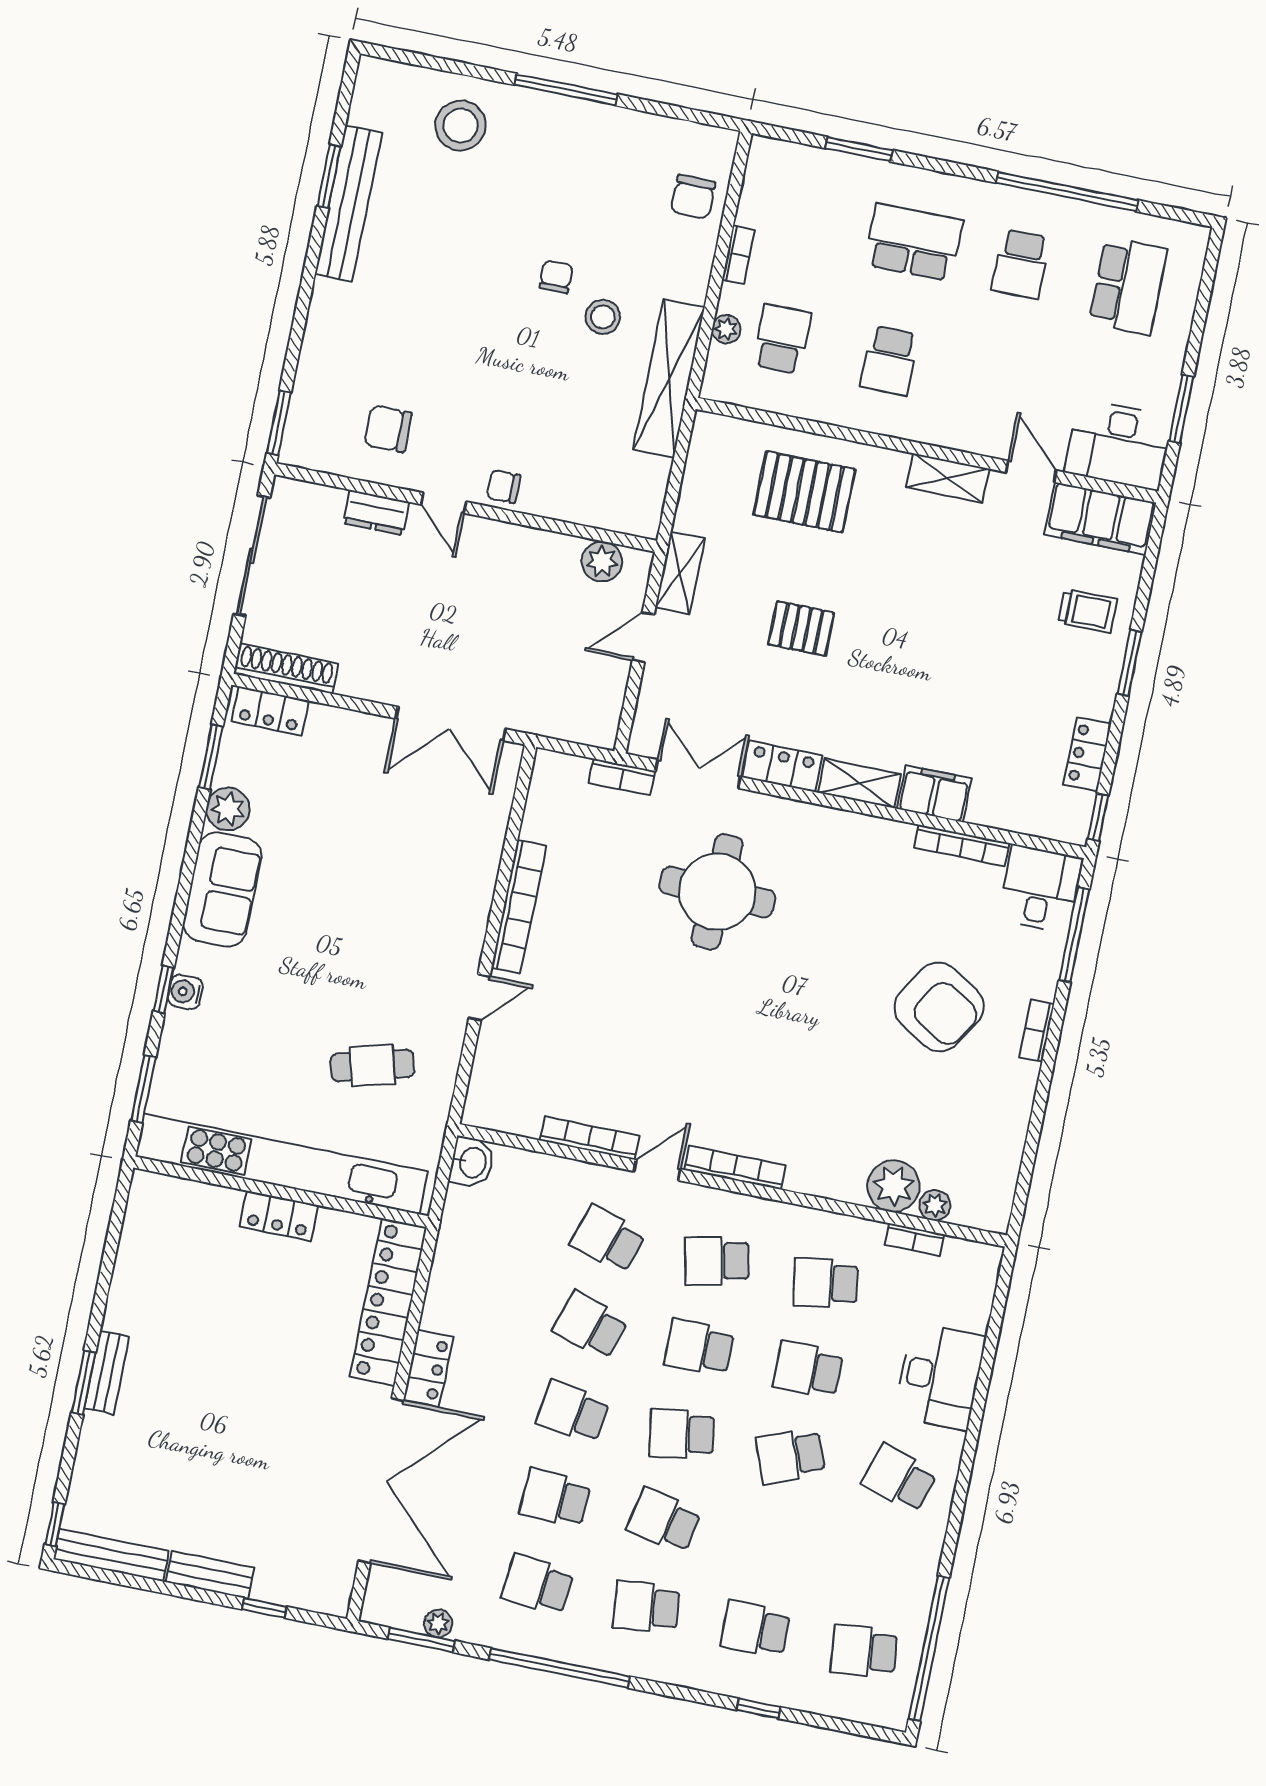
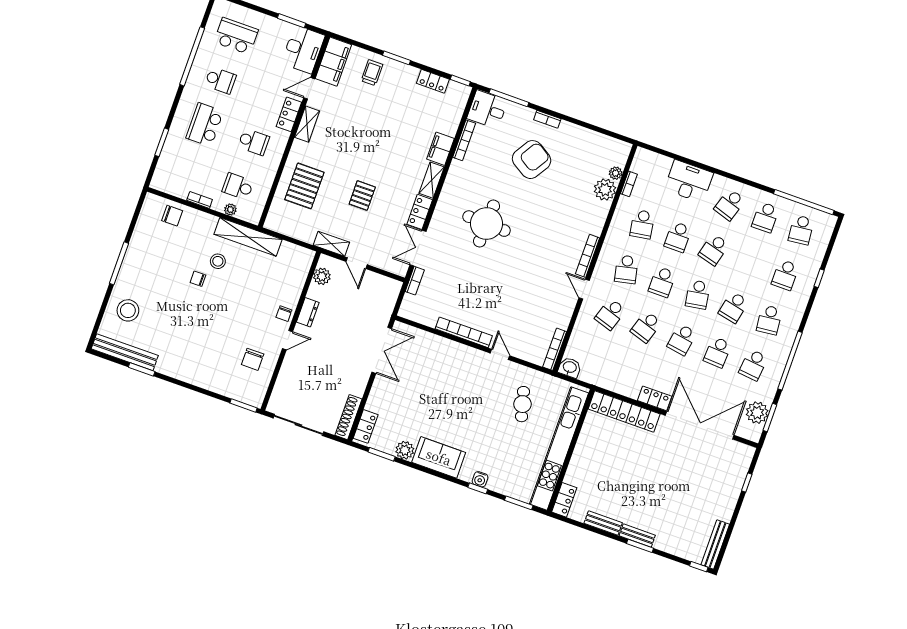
bench: (348, 203) -> (125, 352), moved
locker: (964, 433) -> (289, 114), added
dresser: (376, 513) -> (308, 312), moved
round table: (717, 892) -> (487, 224), moved
bookcase: (590, 1138) -> (555, 349), moved
locker: (279, 1216) -> (564, 500), moved
school desk: (790, 1456) -> (714, 250), turned 36
school desk: (882, 1565) -> (765, 217), added
bench: (210, 1575) -> (603, 523), moved, turned 90
plant: (438, 1623) -> (757, 413), width x1.87, depth x1.87

